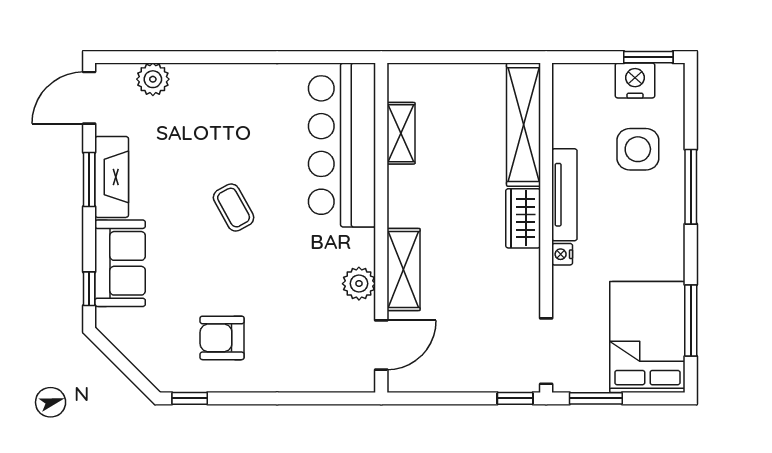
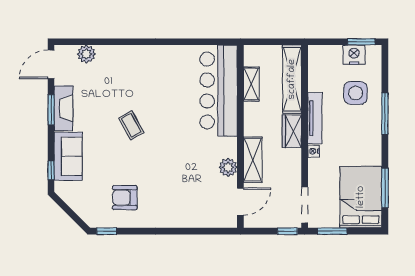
shelving: (401, 133) -> (251, 84), moved
bar counter: (342, 145) -> (219, 91), moved
wall: (381, 228) -> (240, 136), moved
shelving: (404, 269) -> (253, 160), moved
plant: (359, 284) -> (228, 167), moved
door: (381, 345) -> (240, 202), moved

